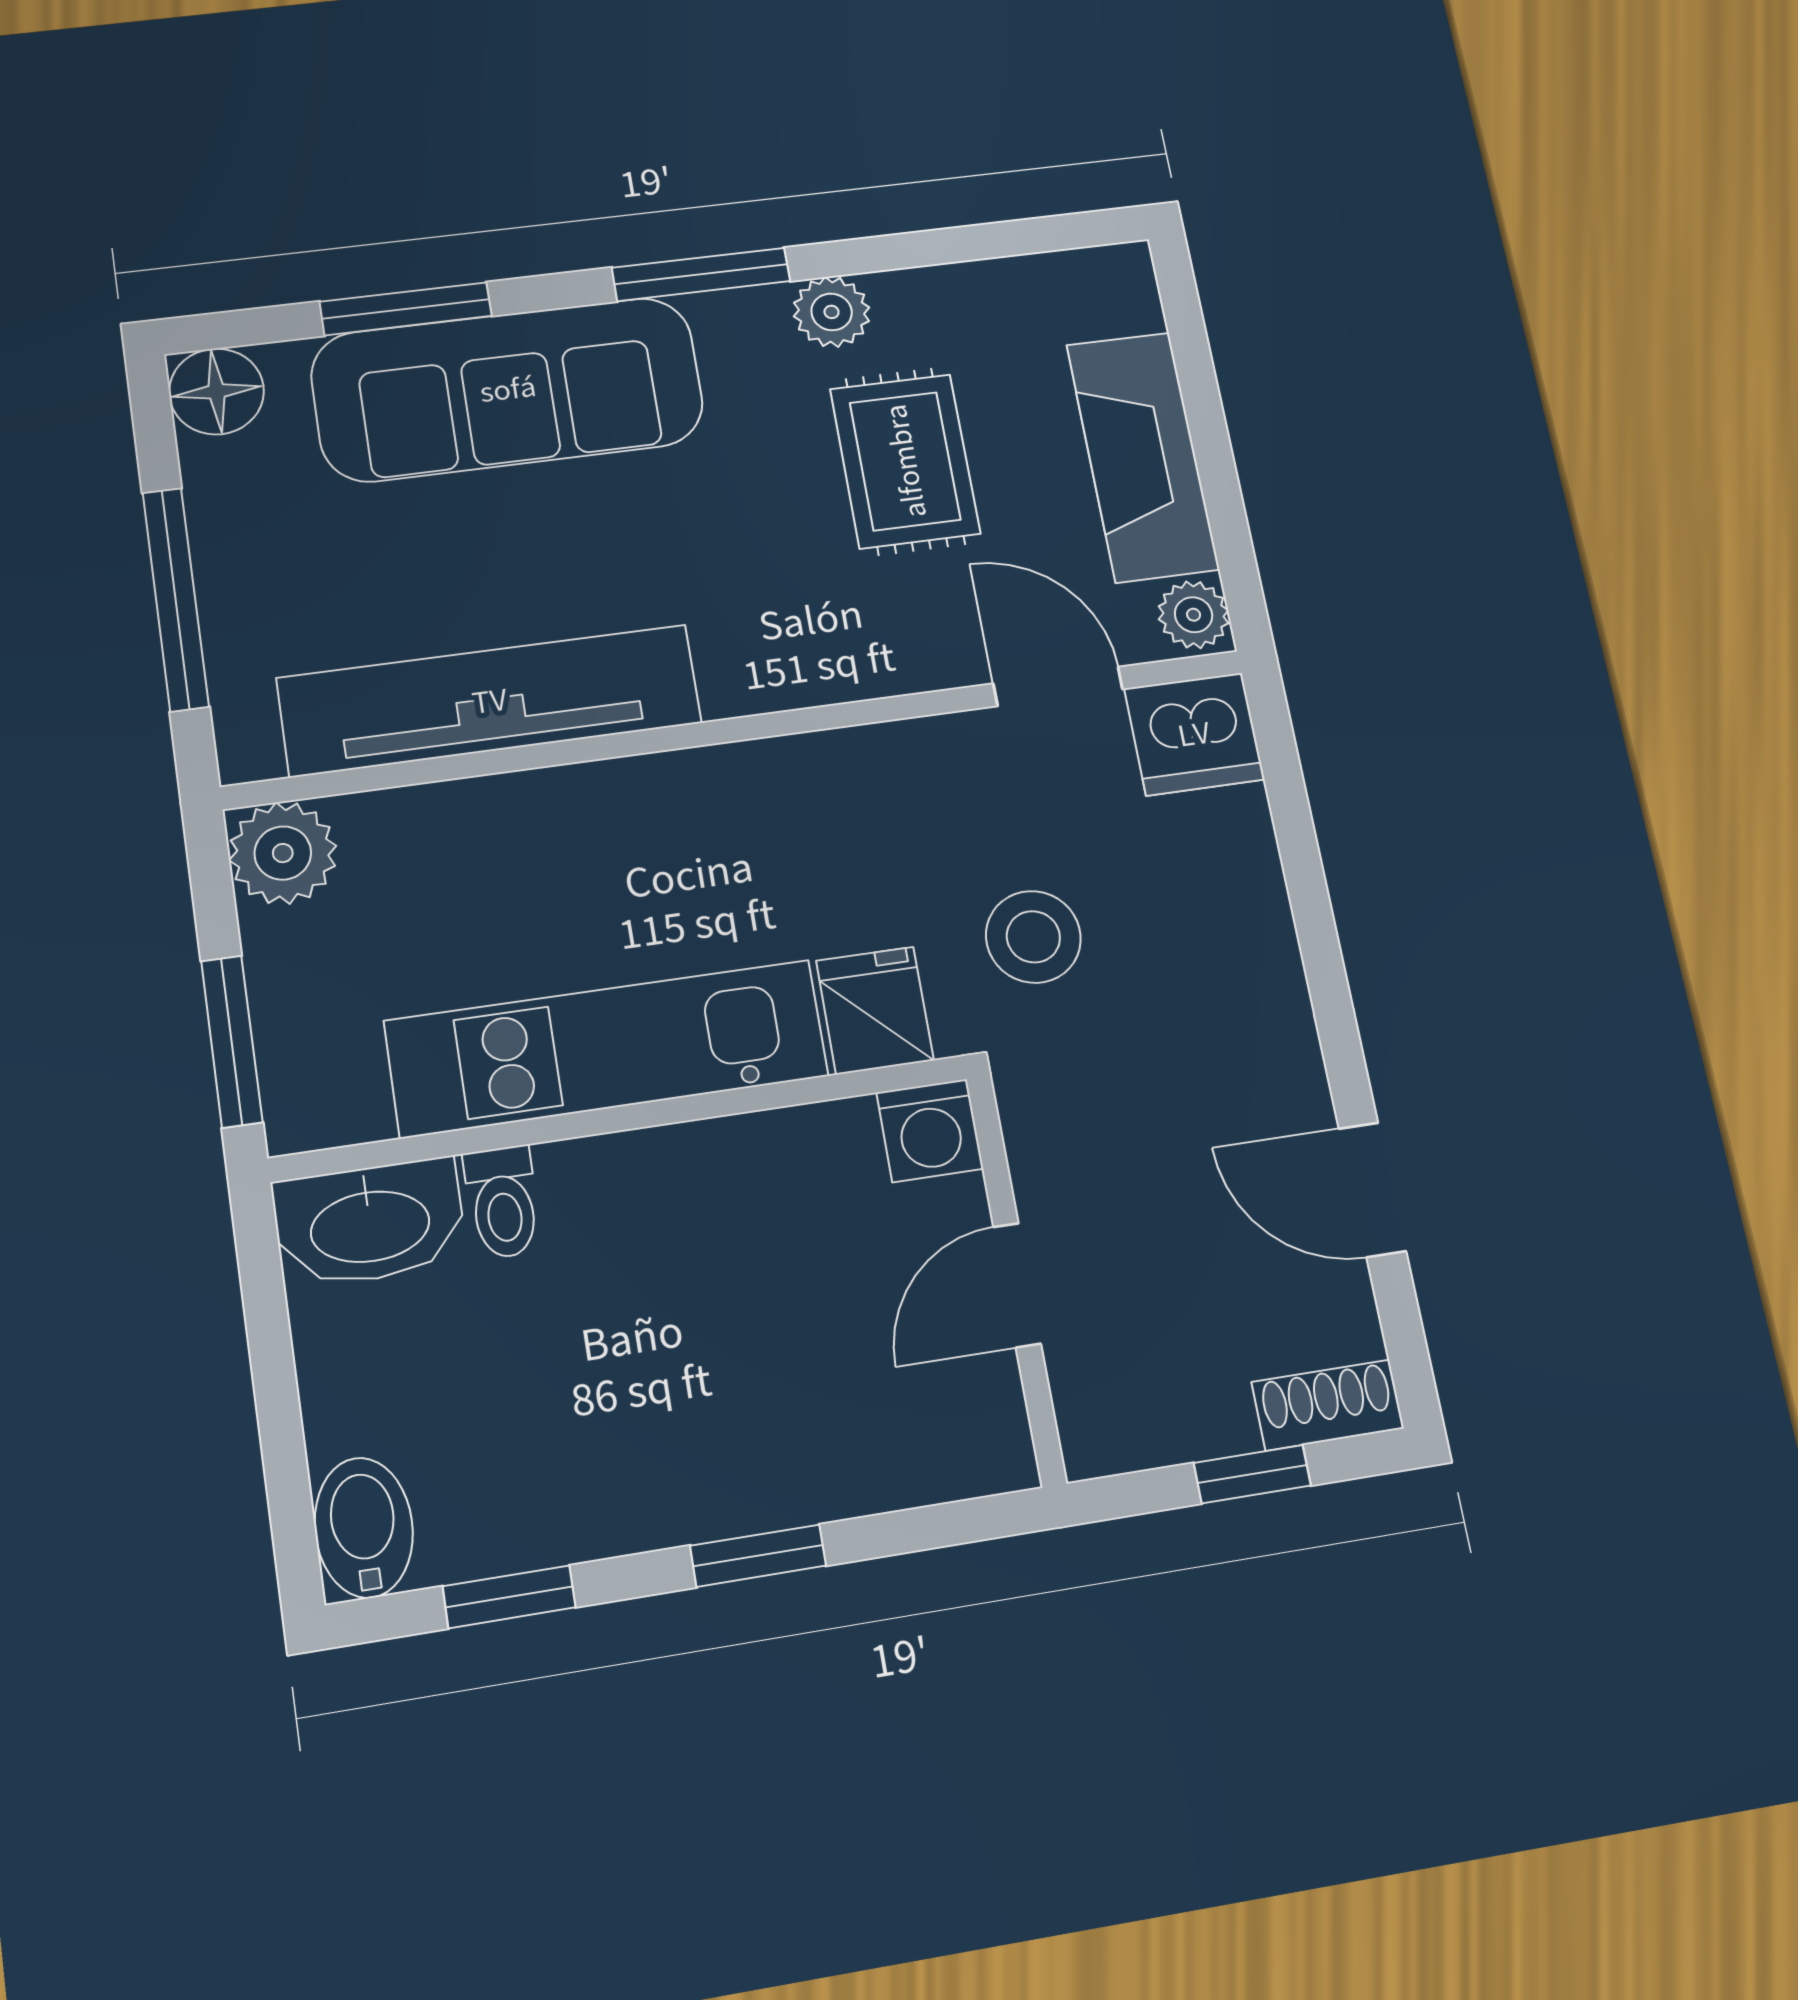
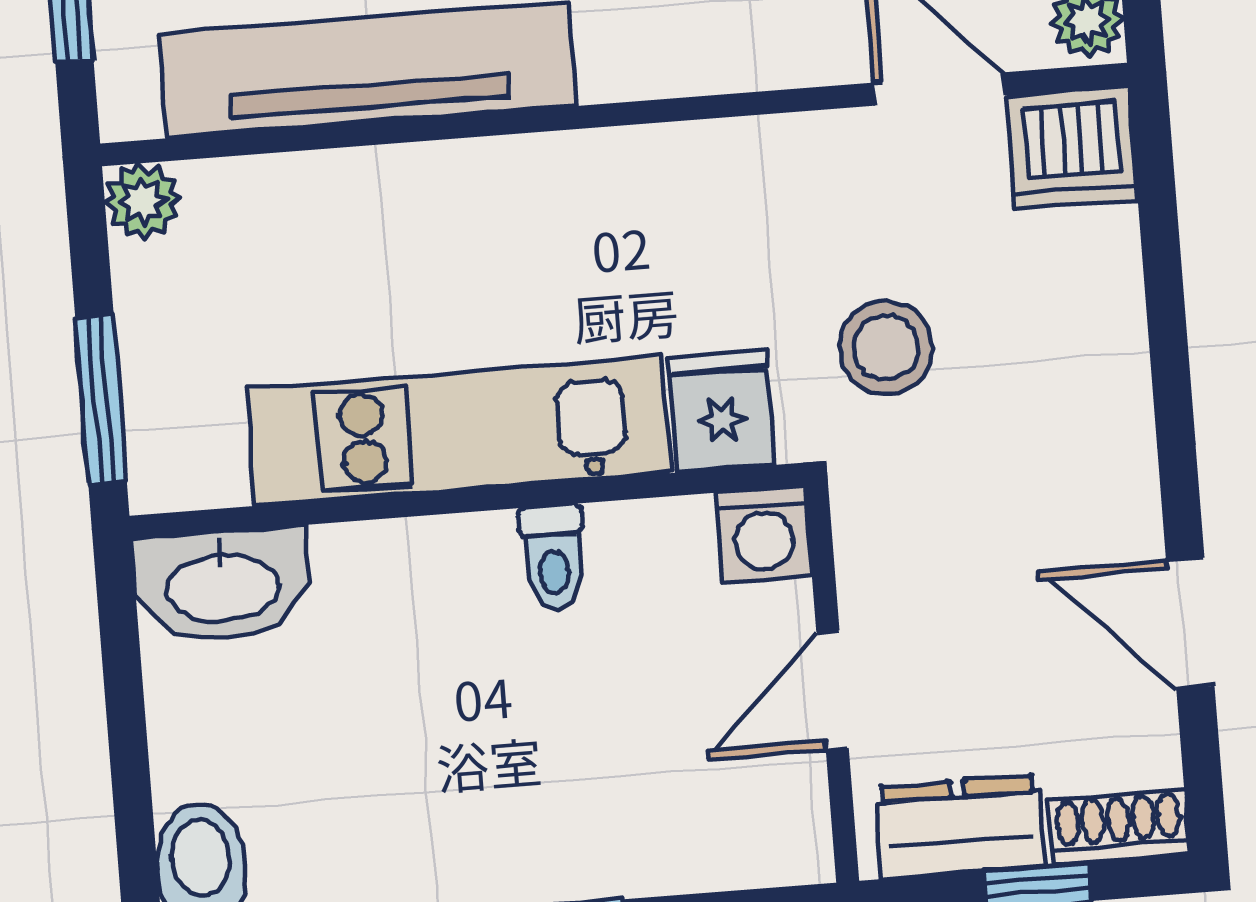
plant: (283, 853) -> (143, 201), width x0.73, depth x0.73
toilet: (503, 1202) -> (553, 558), moved
dresser: (1165, 1418) -> (960, 827), added

